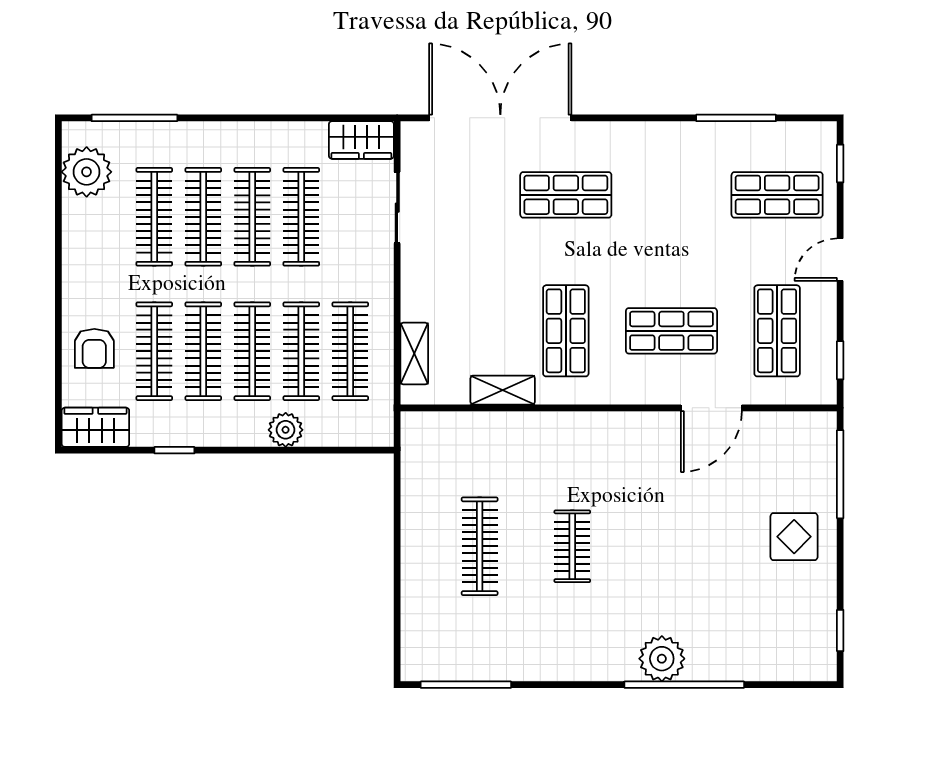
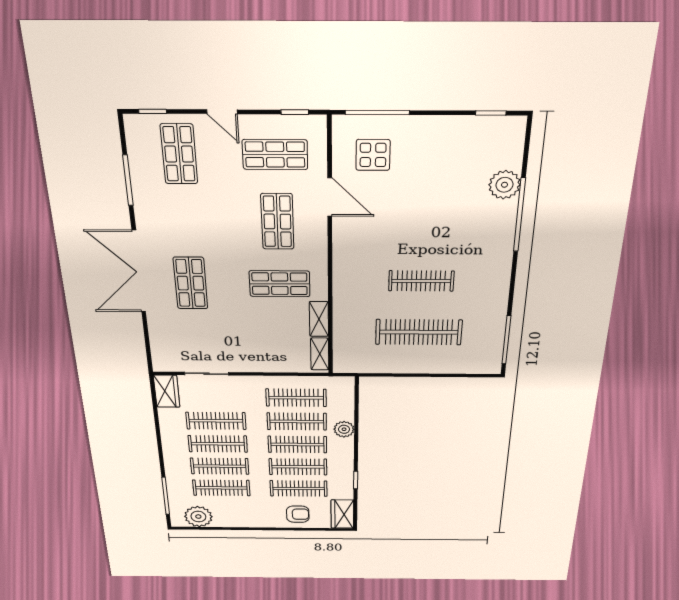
double door: (500, 118) -> (139, 272), moved
shelving: (414, 354) -> (320, 354), moved, turned 90
display table: (794, 537) -> (373, 155), moved
clothes rail: (480, 546) -> (419, 332), width x1.37, depth x1.31
clothes rail: (572, 546) -> (421, 281), width x1.36
plant: (662, 659) -> (504, 185), moved

